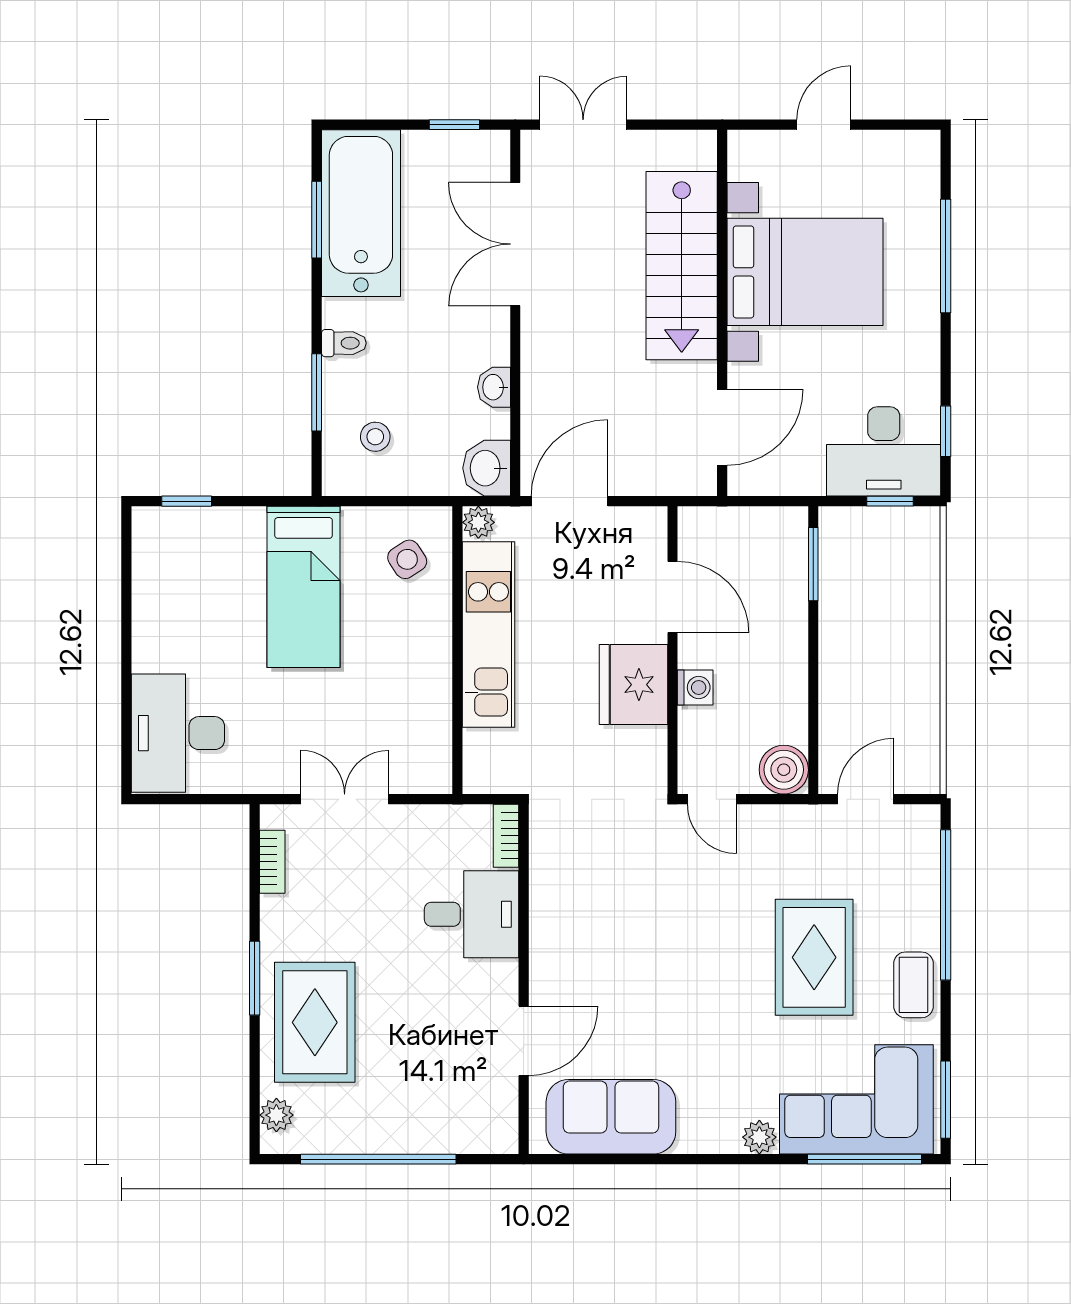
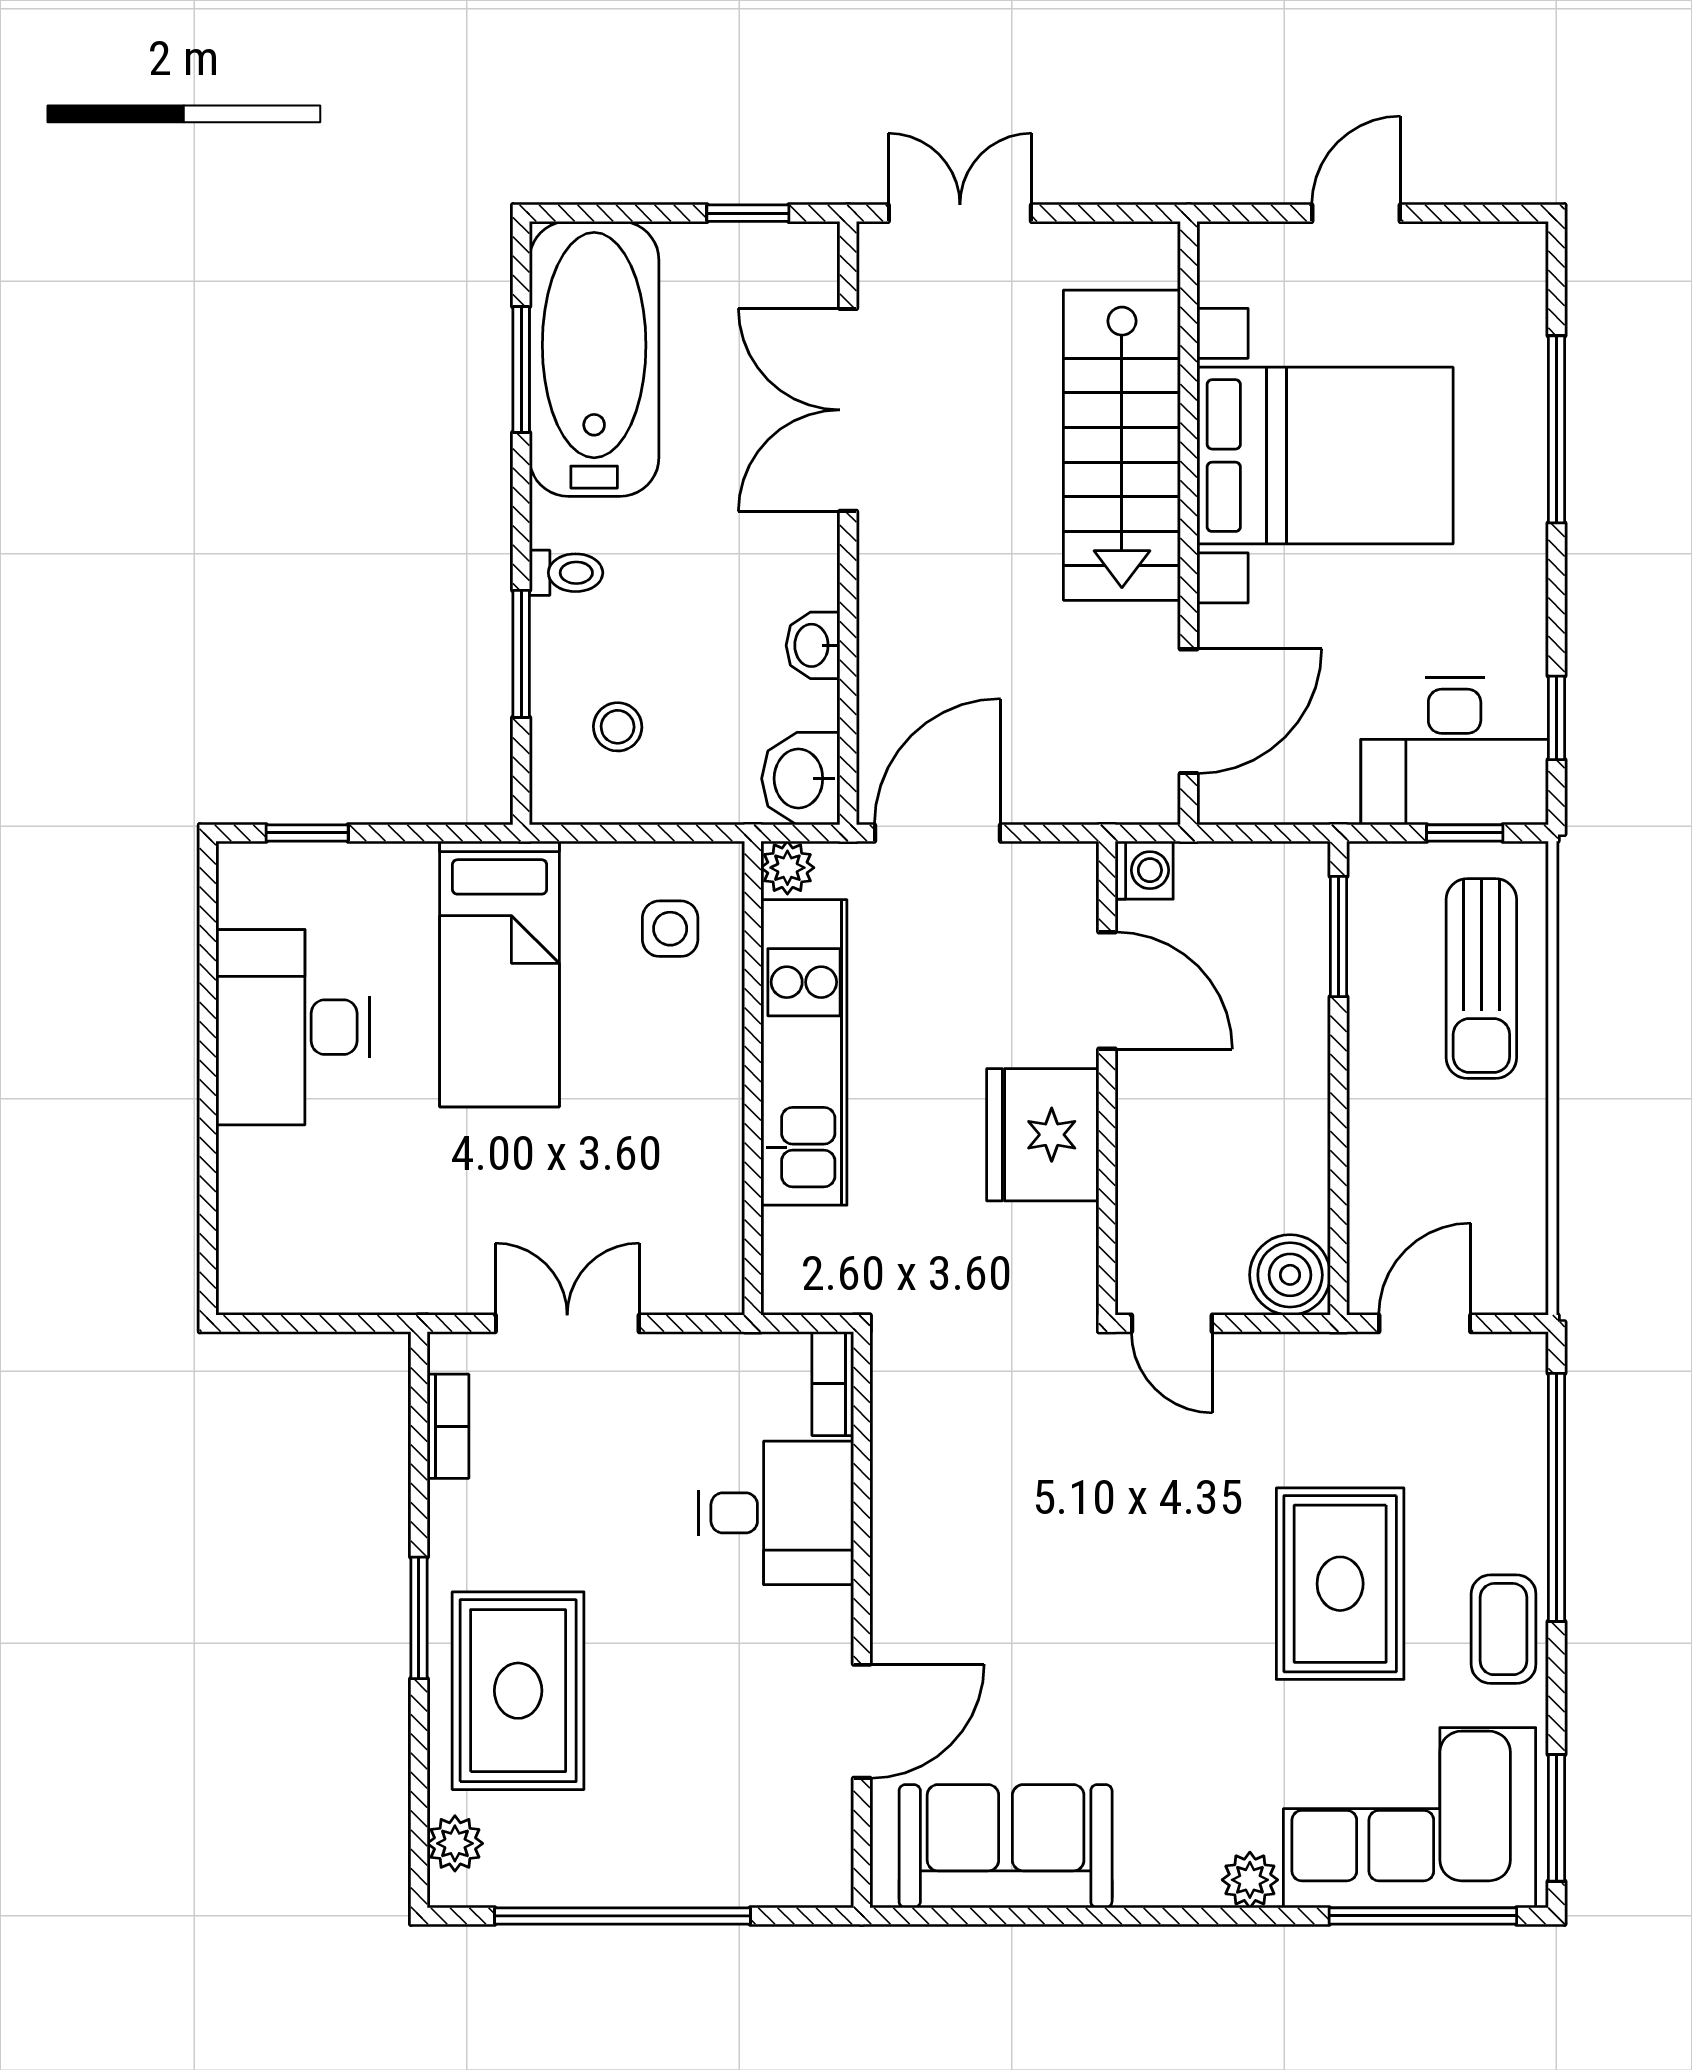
side table: (407, 559) -> (670, 929), turned 33
sun lounger: (900, 590) -> (1481, 979), added
washing machine: (695, 688) -> (1144, 870), moved
desk: (178, 733) -> (293, 1027), moved

